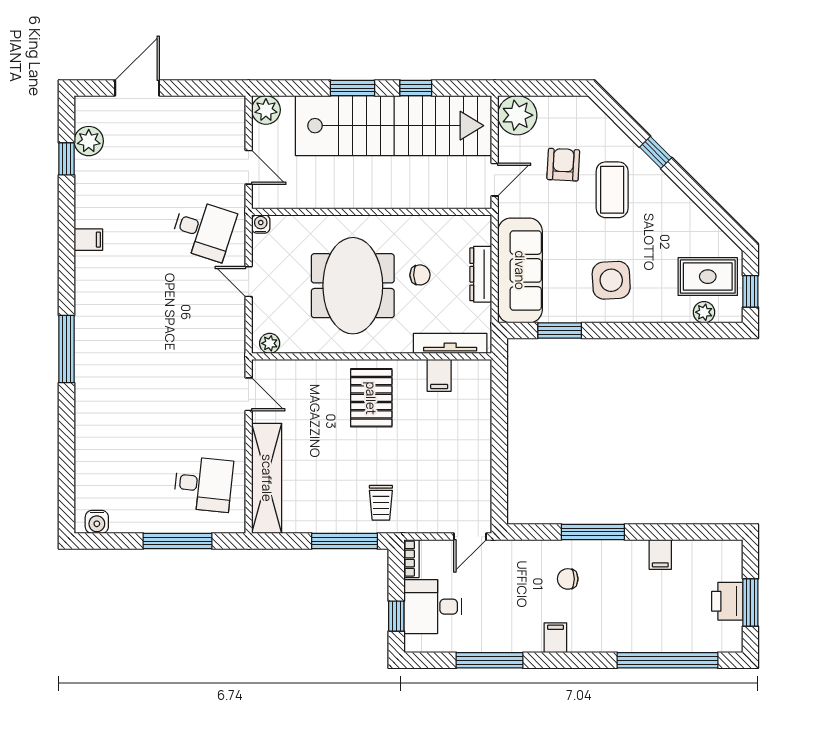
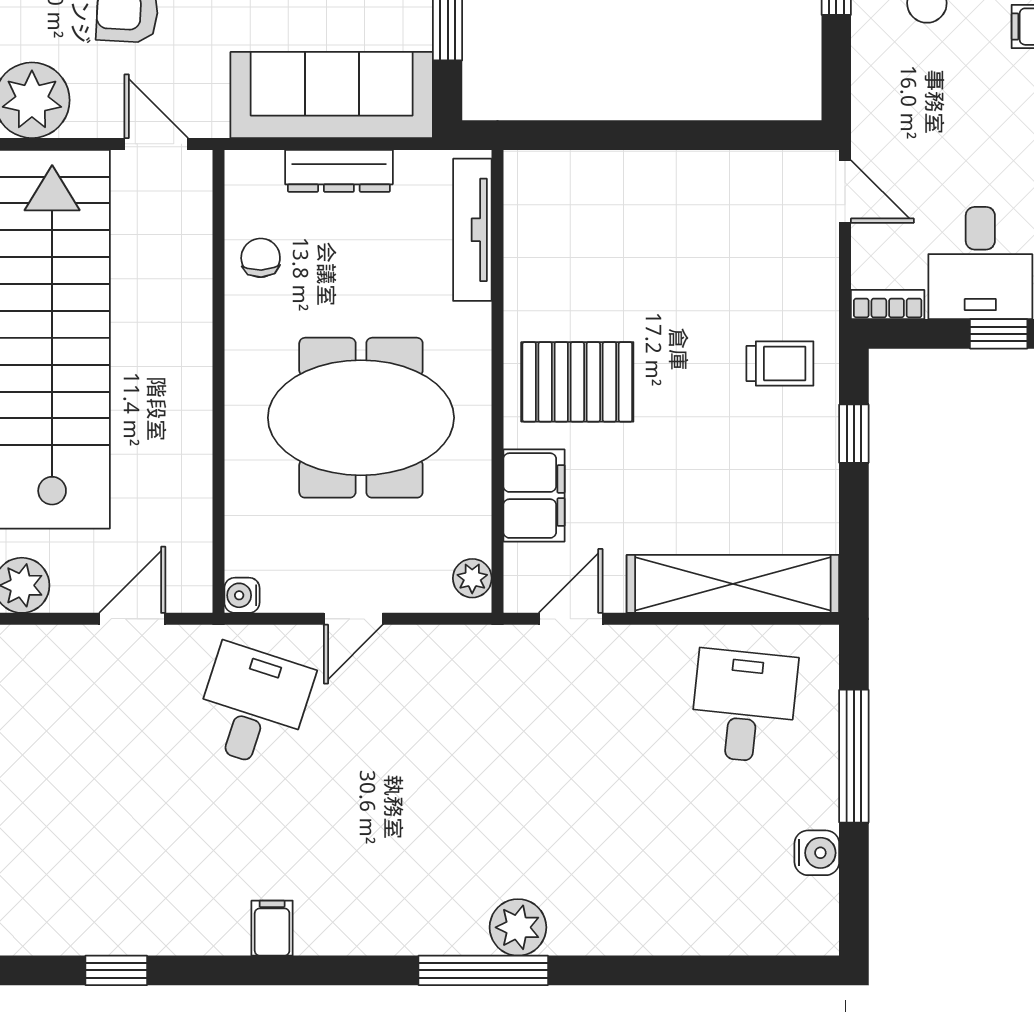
plant: (89, 141) -> (518, 927), moved
chair: (420, 275) -> (261, 258), moved
filing cabinet: (439, 375) -> (534, 496), moved, width x2.00
water cooler: (97, 522) -> (817, 853), moved
window: (345, 541) -> (854, 434), width x0.46

